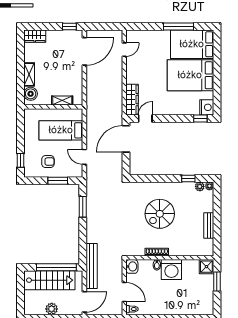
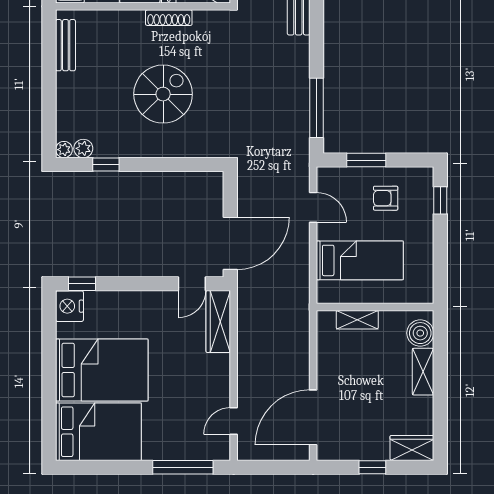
window: (69, 26) -> (372, 467), moved
window: (178, 26) -> (183, 467), moved
window: (83, 207) -> (316, 108), width x1.44
bench: (209, 226) -> (65, 45), moved

